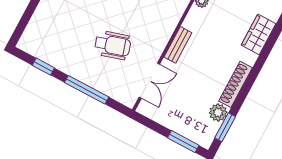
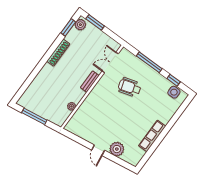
wardrobe: (259, 34) -> (40, 81), removed
side table: (40, 47) -> (174, 92), added
plant: (218, 113) -> (80, 25), moved

